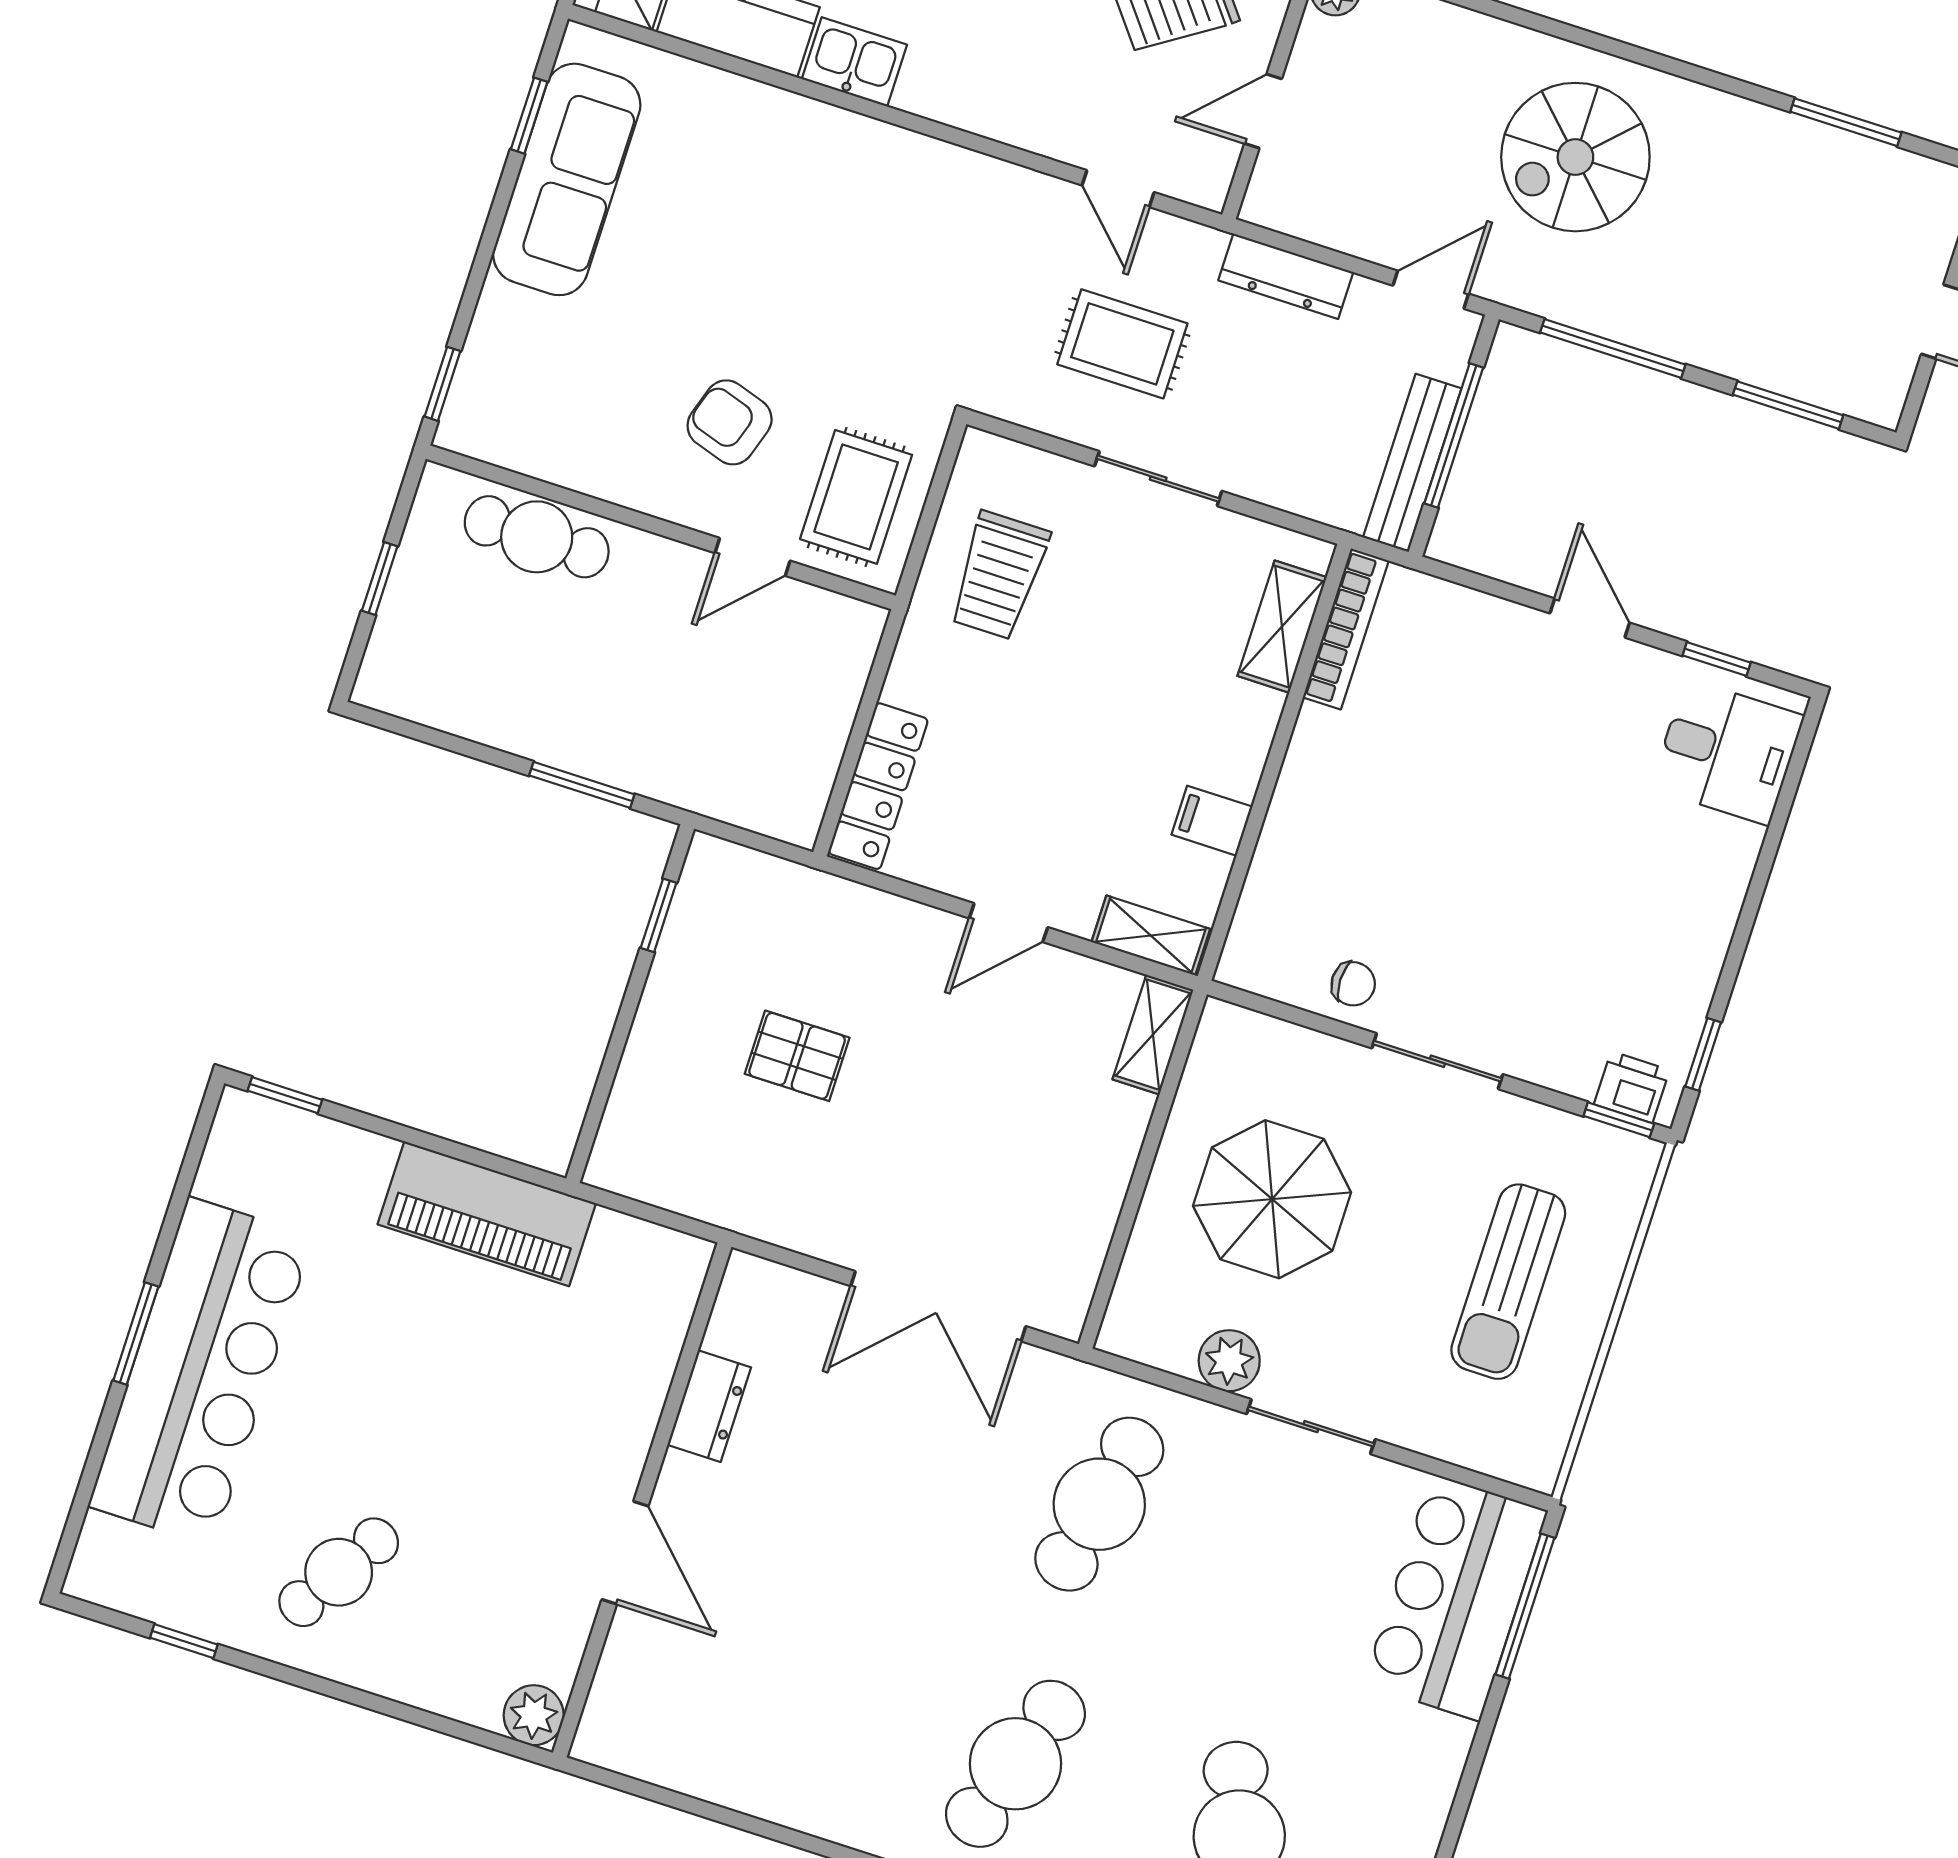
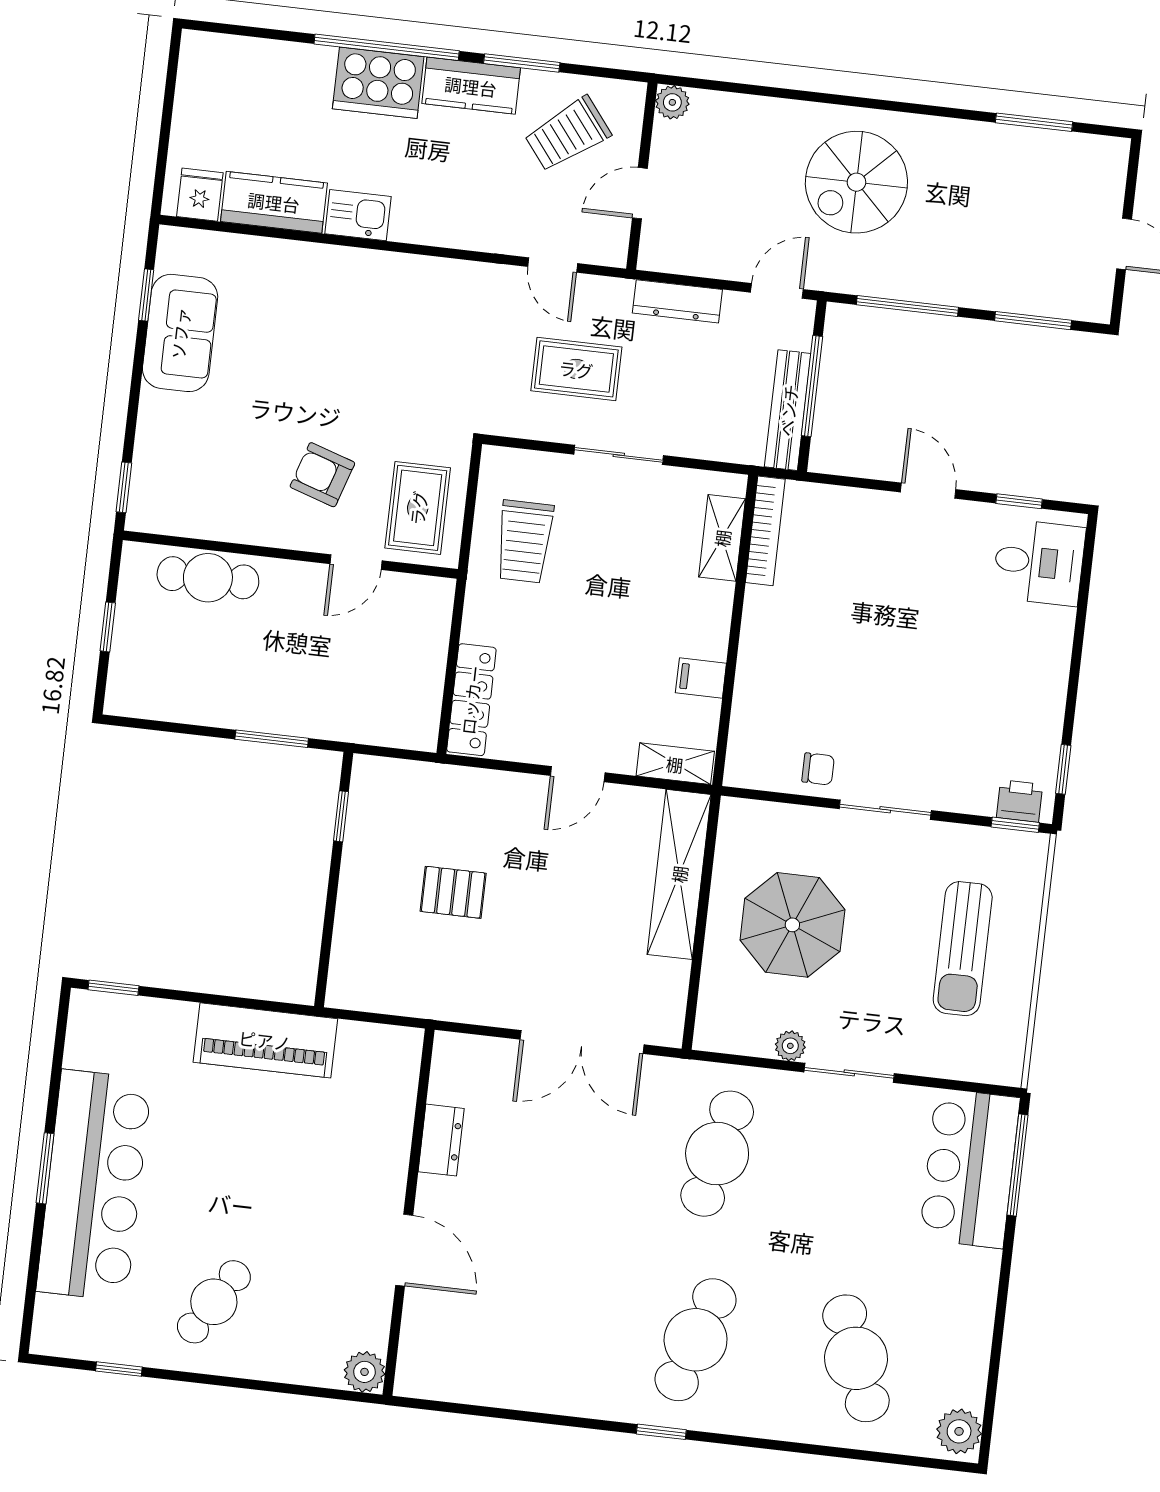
sofa: (567, 179) -> (180, 333), width x0.73
shelving: (1153, 1035) -> (679, 874), width x2.20, depth x1.33
plant: (1229, 1361) -> (790, 1046), width x0.73, depth x0.73

